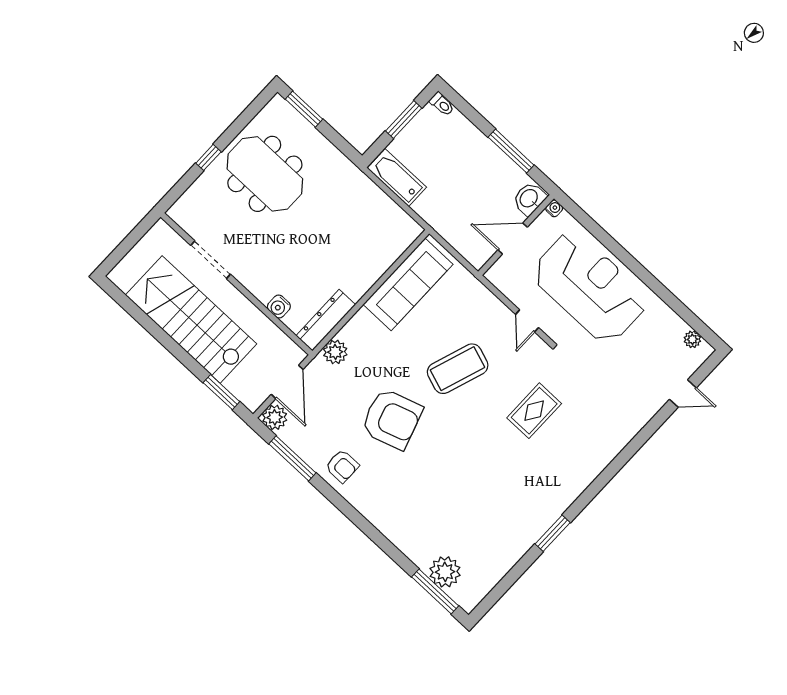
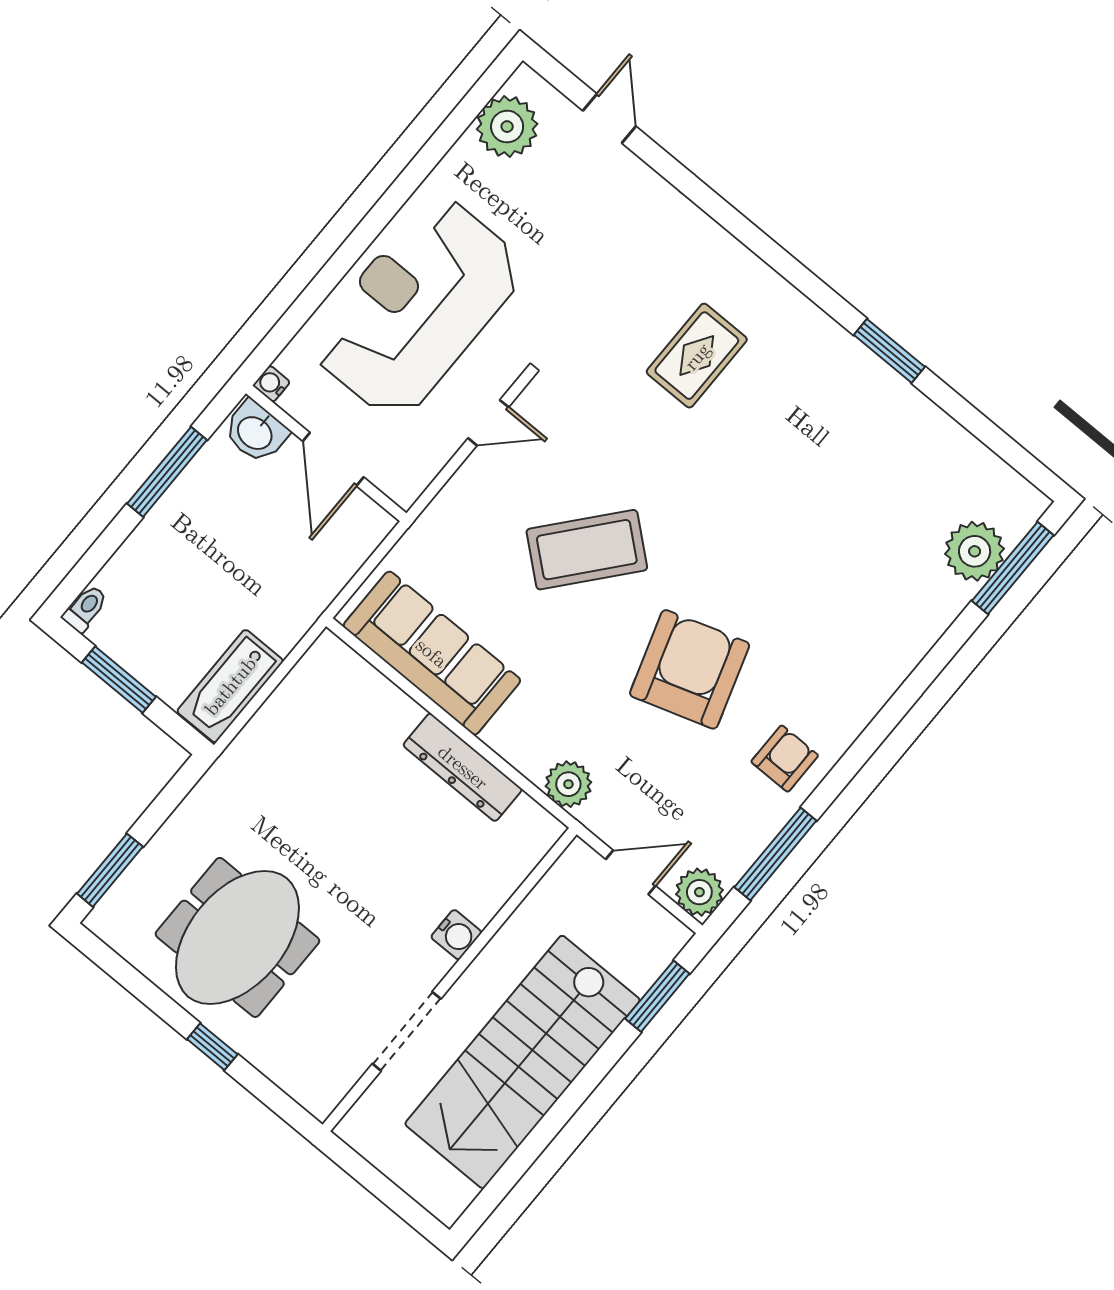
water cooler: (279, 306) -> (456, 935), moved
dresser: (326, 320) -> (463, 767), moved
plant: (692, 339) -> (507, 127), width x1.88, depth x1.88
coffee table: (458, 369) -> (587, 550), turned -69
door: (287, 382) -> (631, 872), width x0.73
rug: (534, 411) -> (697, 356), moved, turned 90

